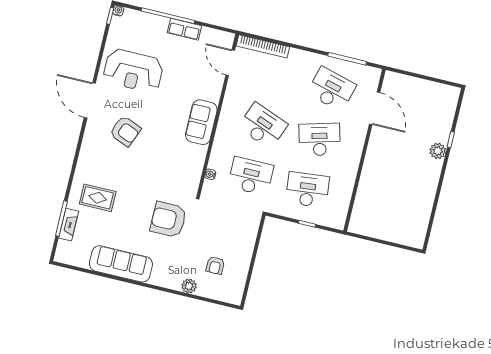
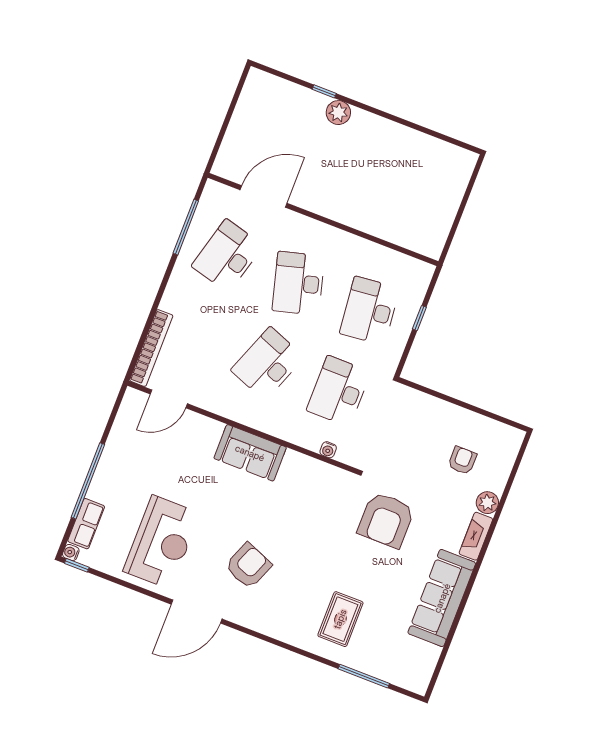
row of seats: (184, 29) -> (86, 524), moved
fireplace: (69, 225) -> (476, 536), moved, turned -90
armchair: (215, 265) -> (462, 460), turned -90

